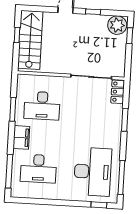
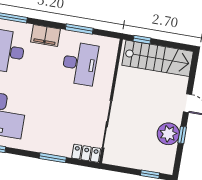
plant: (117, 25) -> (168, 134), moved
window: (17, 35) -> (142, 40), moved
desk: (42, 106) -> (80, 64), turned 180

